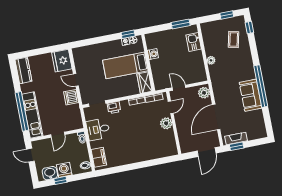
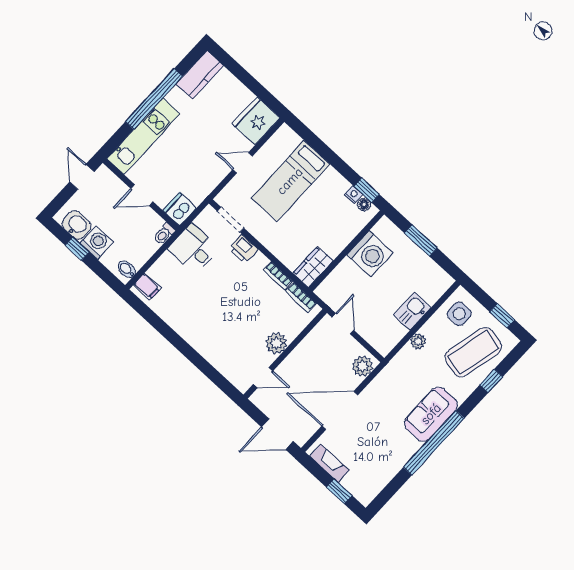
window: (181, 24) -> (421, 240), moved
window: (249, 28) -> (491, 381), moved
side table: (212, 33) -> (459, 314), added
coffee table: (234, 39) -> (473, 352), width x1.86, depth x1.72
kitchen sink: (194, 42) -> (412, 311), moved
washing machine: (153, 54) -> (370, 254), width x1.89, depth x1.89
bed: (125, 65) -> (290, 181), moved, turned -90
door: (76, 80) -> (243, 163), hinge flipped
sofa: (251, 95) -> (431, 414), moved
dishwasher: (71, 97) -> (180, 209), moved
door: (171, 107) -> (263, 378), moved
window: (22, 111) -> (154, 99), moved
window: (237, 146) -> (339, 491), moved
filing cabinet: (99, 157) -> (147, 287), width x0.50

